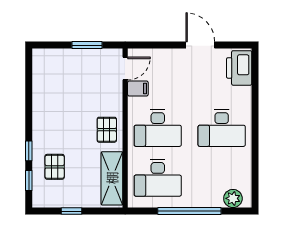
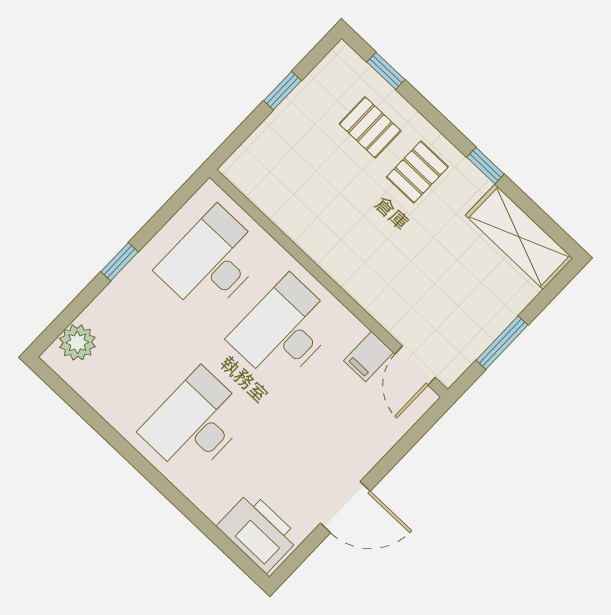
pallet: (107, 130) -> (417, 172), moved, turned 90
window: (29, 151) -> (485, 166), moved
shelving: (112, 178) -> (519, 237), moved
window: (189, 211) -> (120, 262), width x0.32

